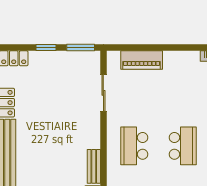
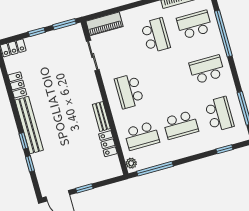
piano: (142, 60) -> (105, 24), moved
school desk: (183, 146) -> (156, 35), moved

